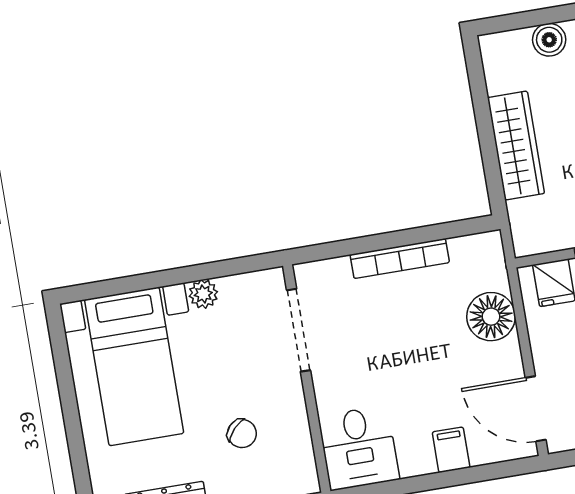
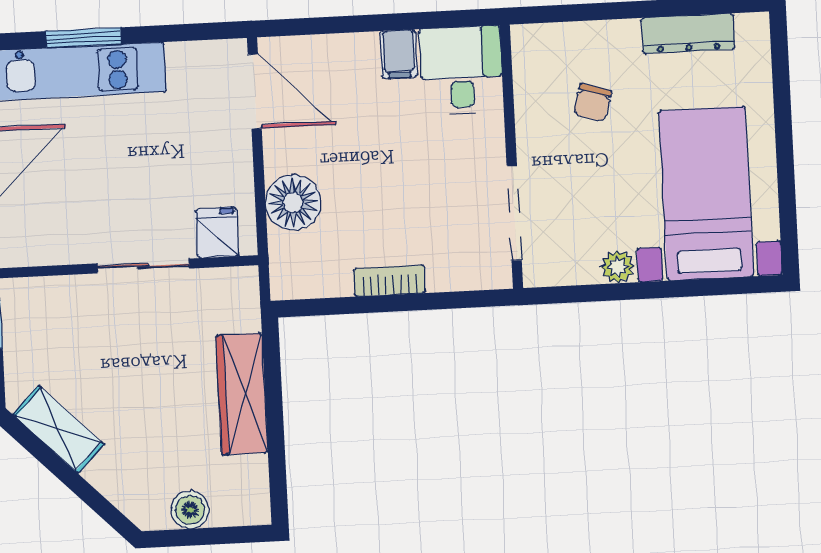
bookcase: (400, 259) -> (389, 281), width x0.64
chair: (242, 434) -> (592, 103), turned -116
filing cabinet: (451, 450) -> (399, 54), moved

